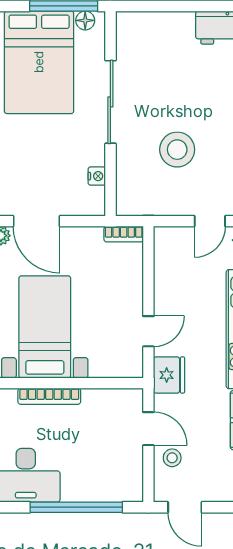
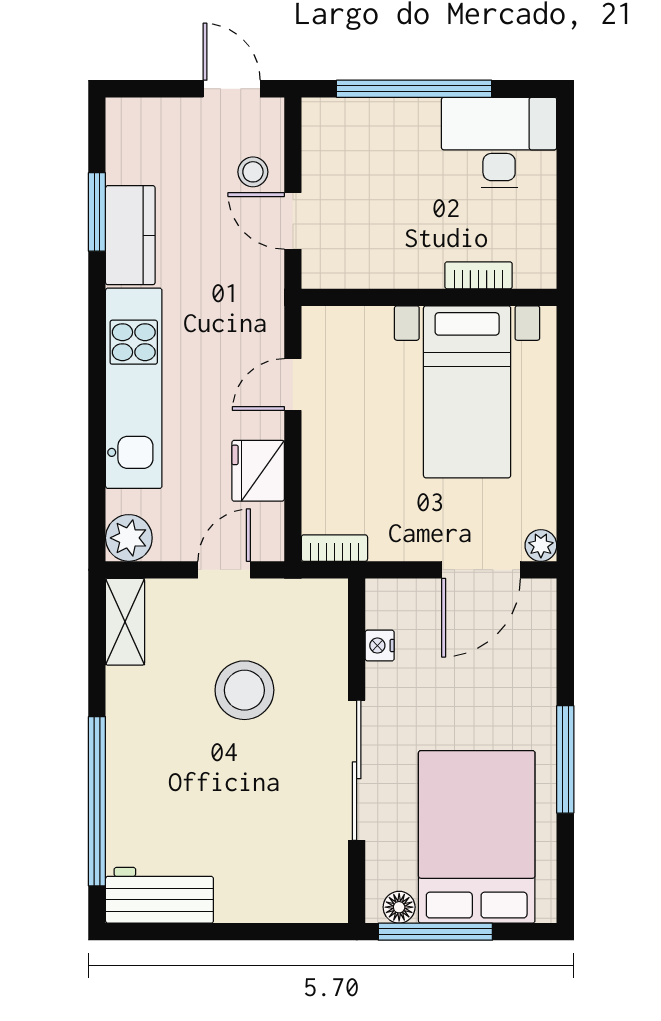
door: (36, 221) -> (481, 570), swing flipped
door: (210, 221) -> (224, 570), moved
fridge: (169, 375) -> (258, 471), moved
bookcase: (49, 396) -> (479, 275), width x0.64

